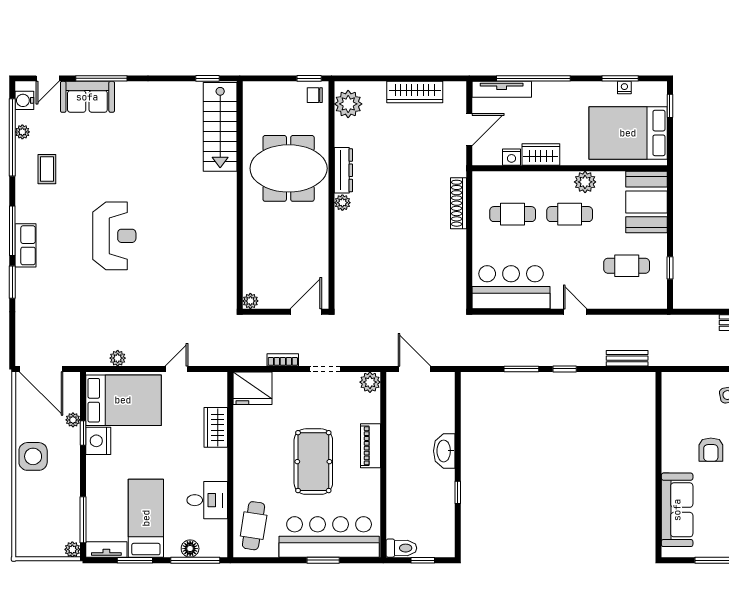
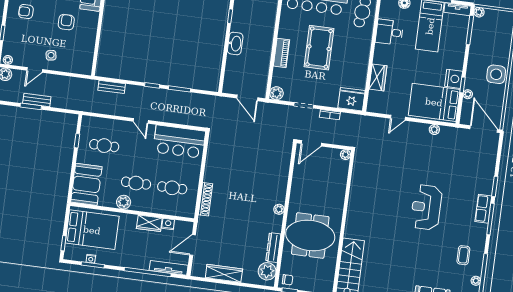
dresser: (343, 170) -> (273, 248), moved

